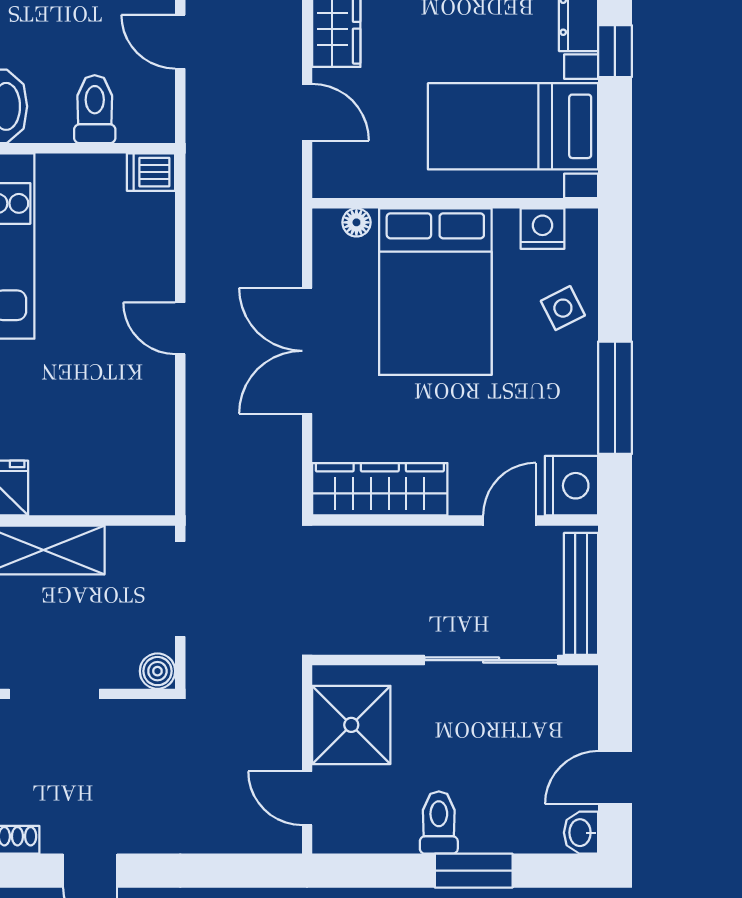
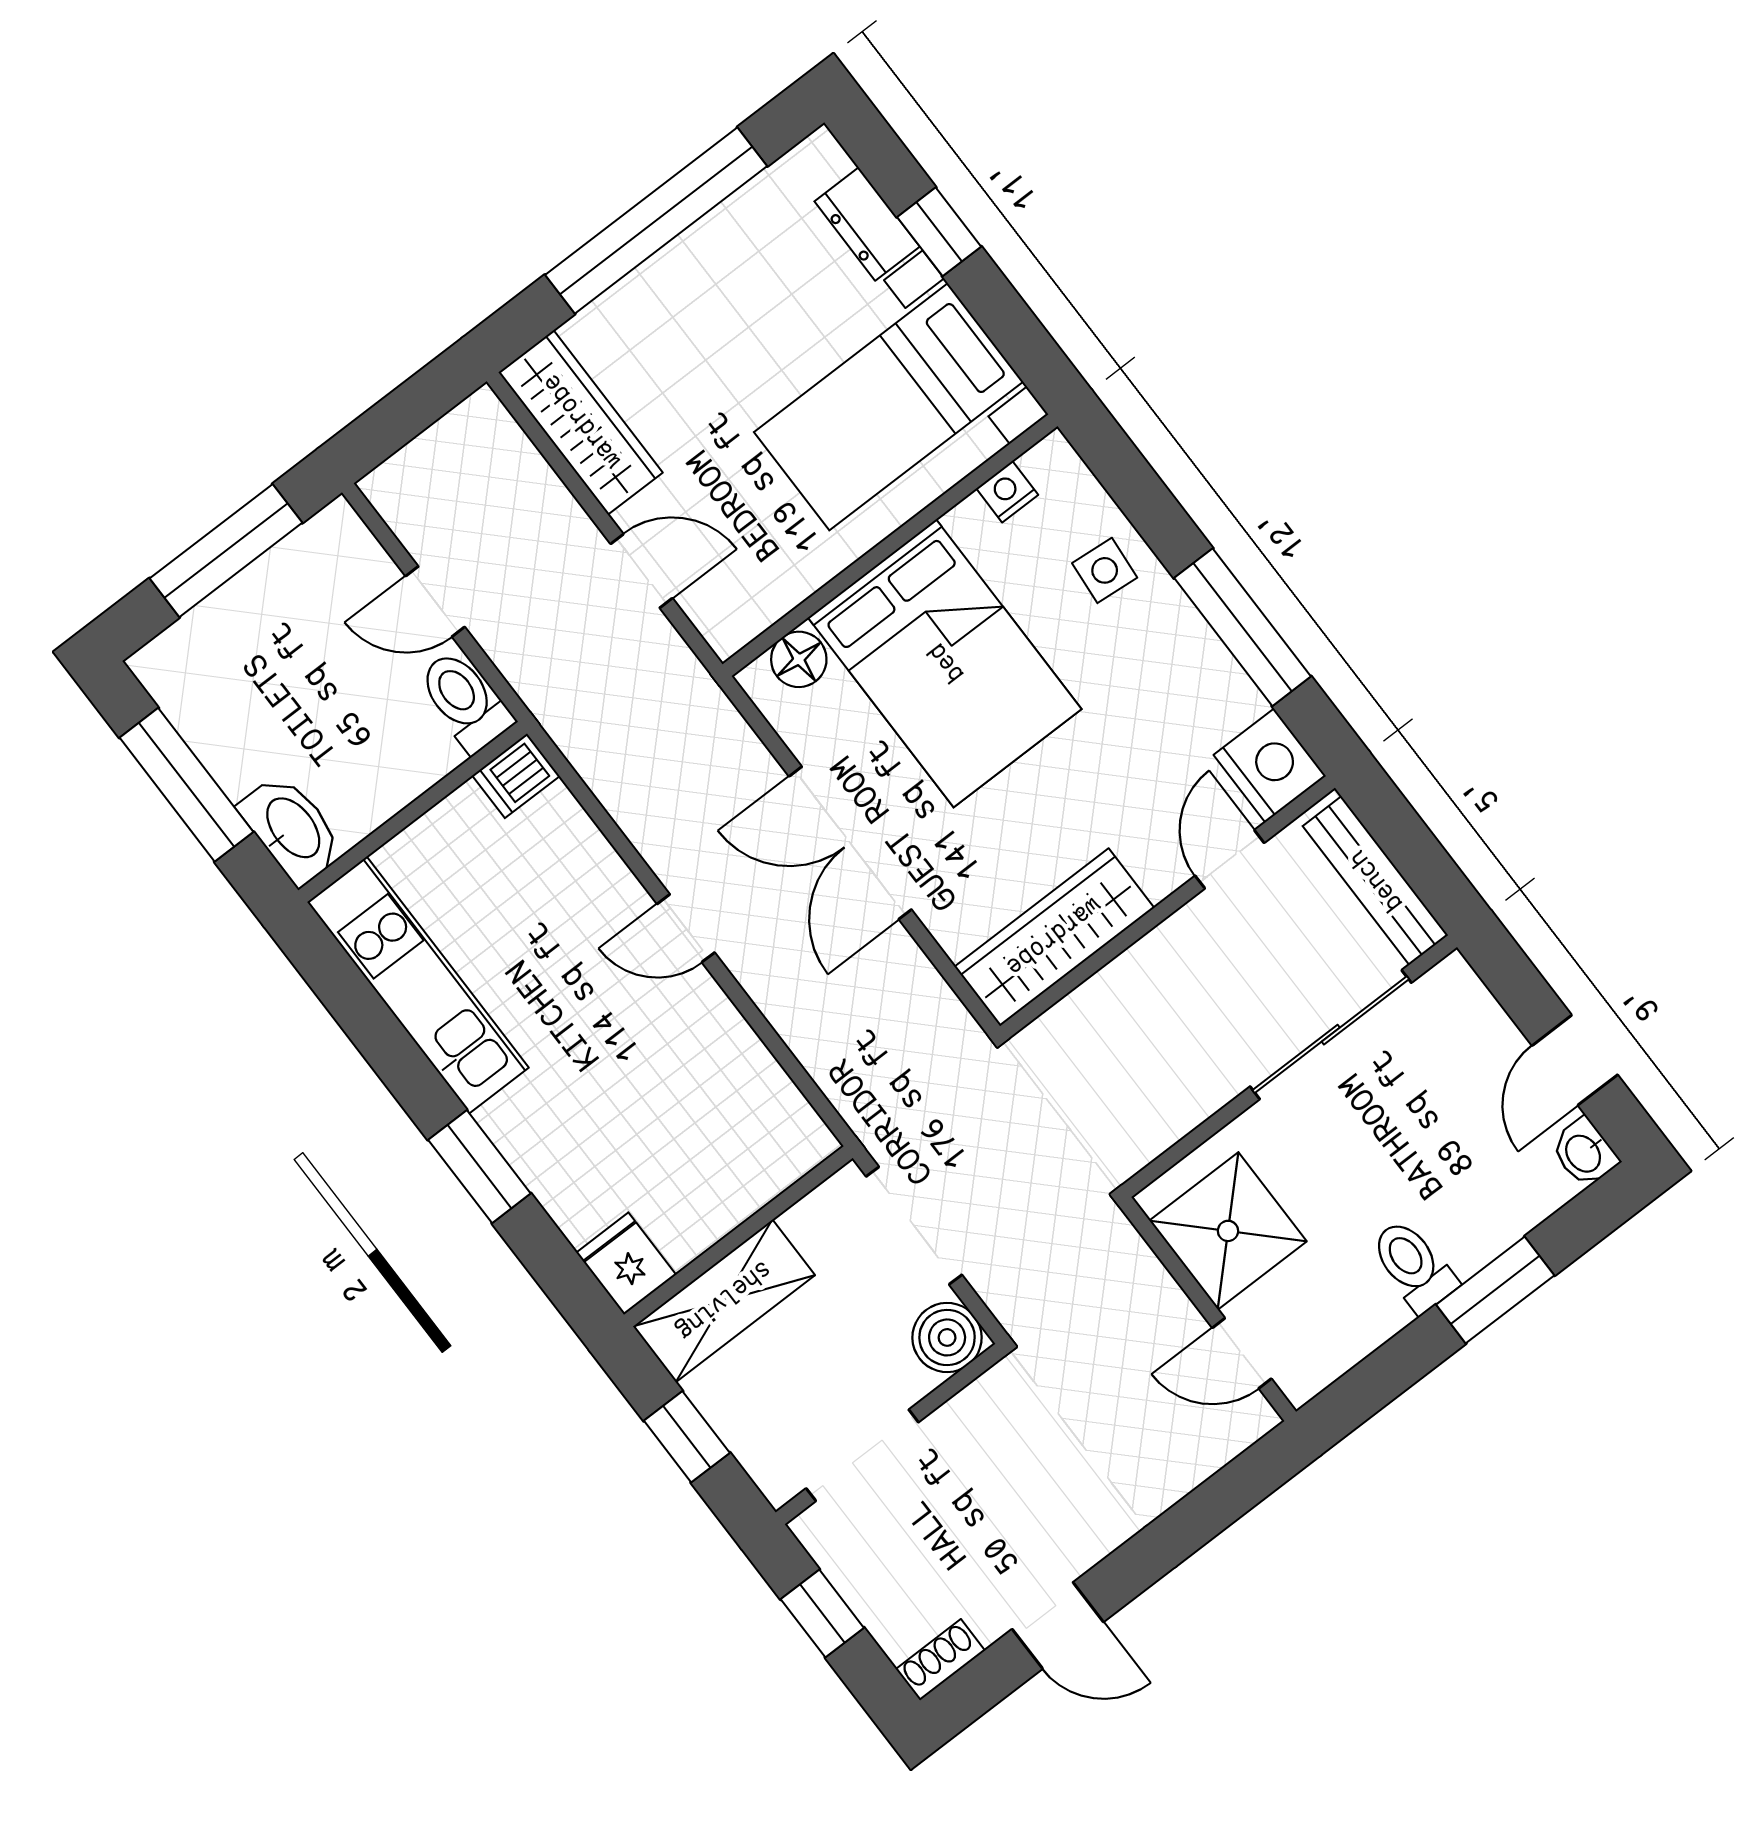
toilet: (95, 109) -> (465, 701), moved
floor lamp: (356, 222) -> (799, 659), width x1.37, depth x1.37
nightstand: (542, 229) -> (1007, 492), width x0.72, depth x0.74
side table: (563, 308) -> (1105, 570), turned 32
boiler: (157, 671) -> (947, 1337), width x1.36, depth x1.36

